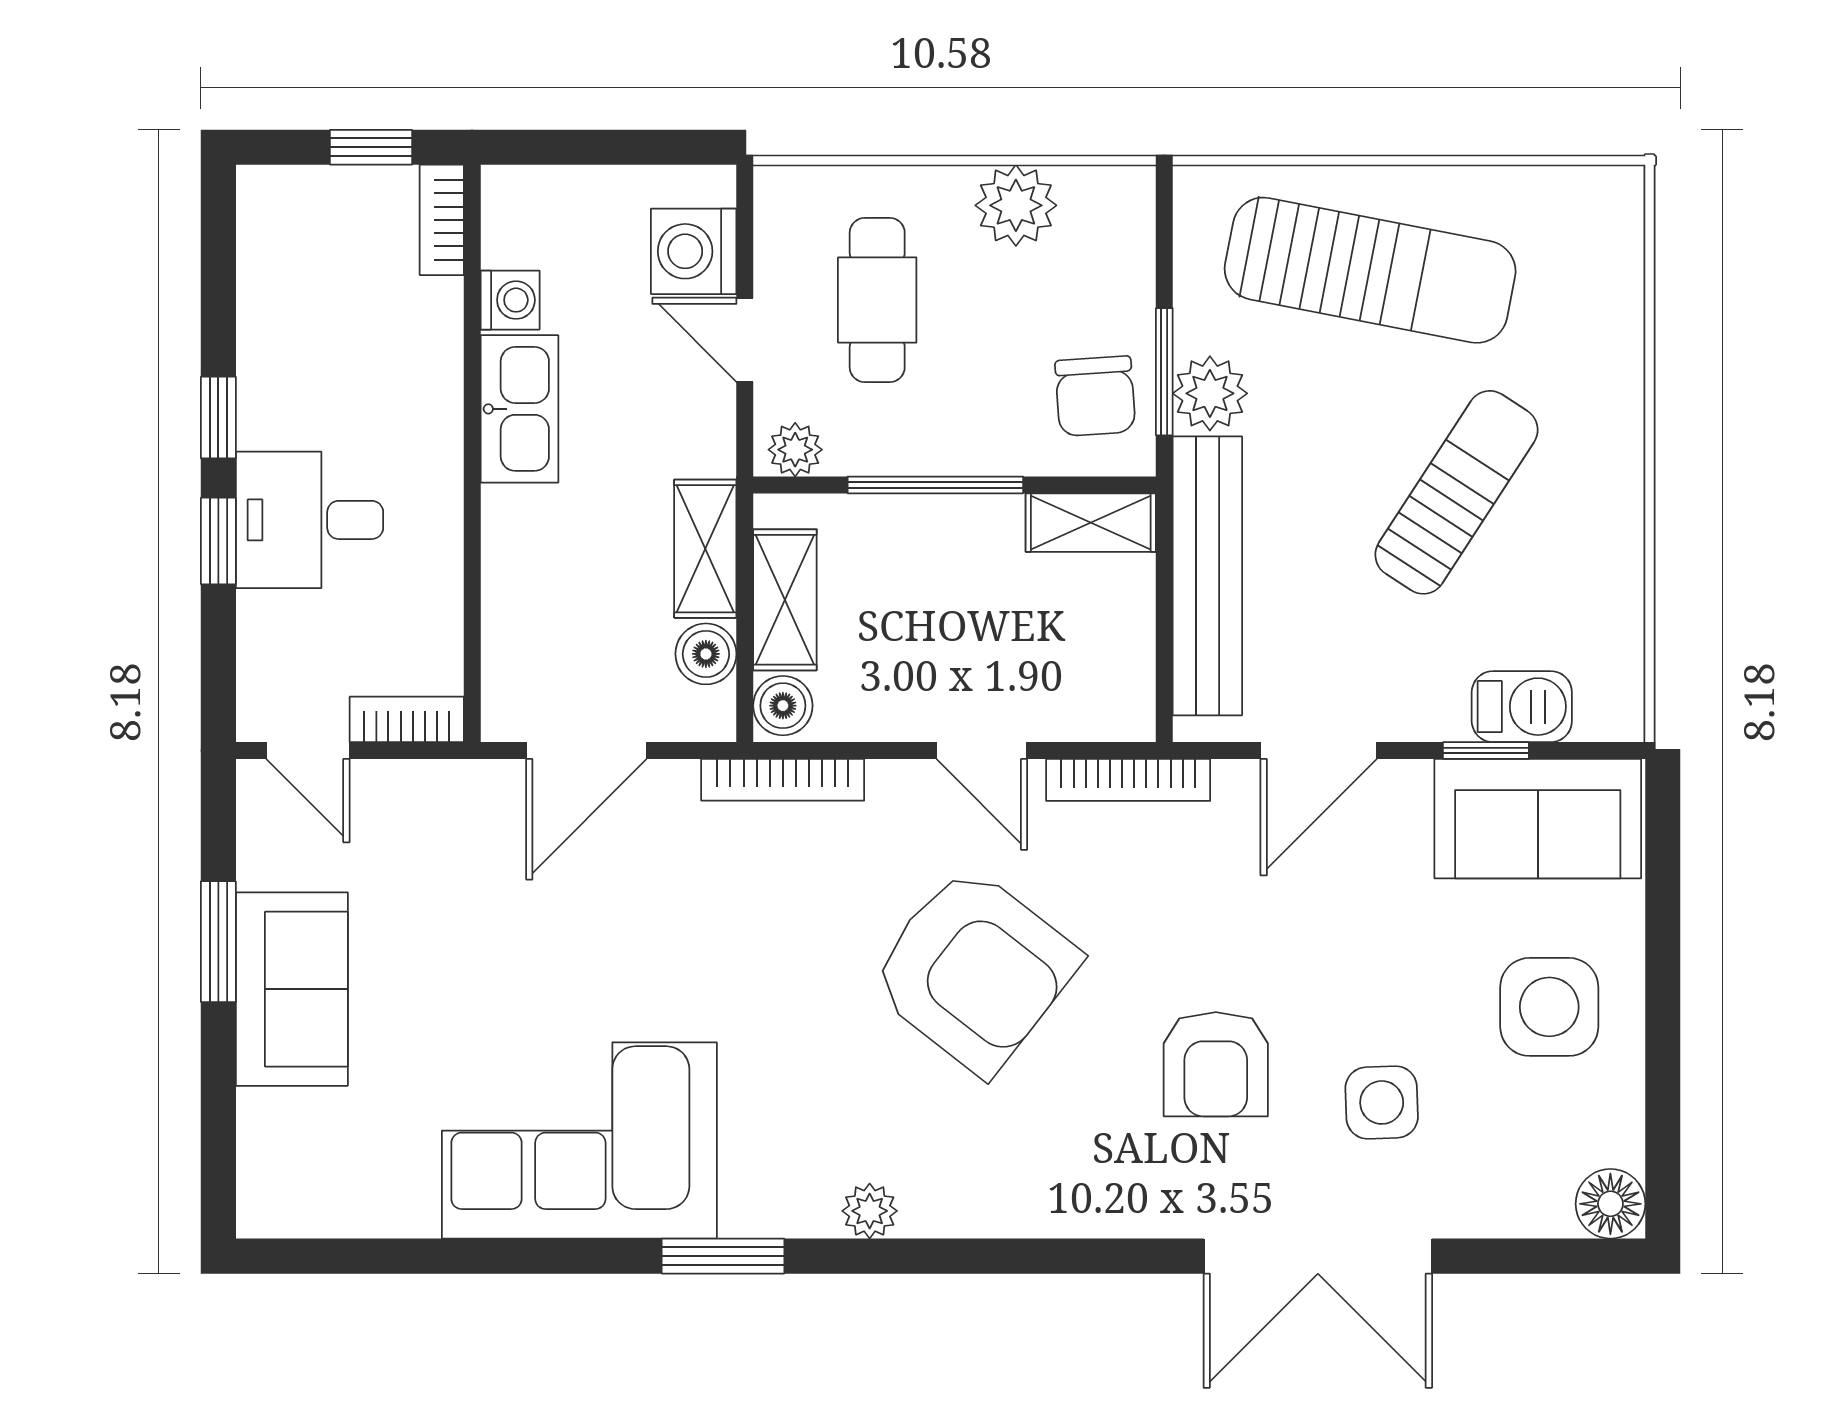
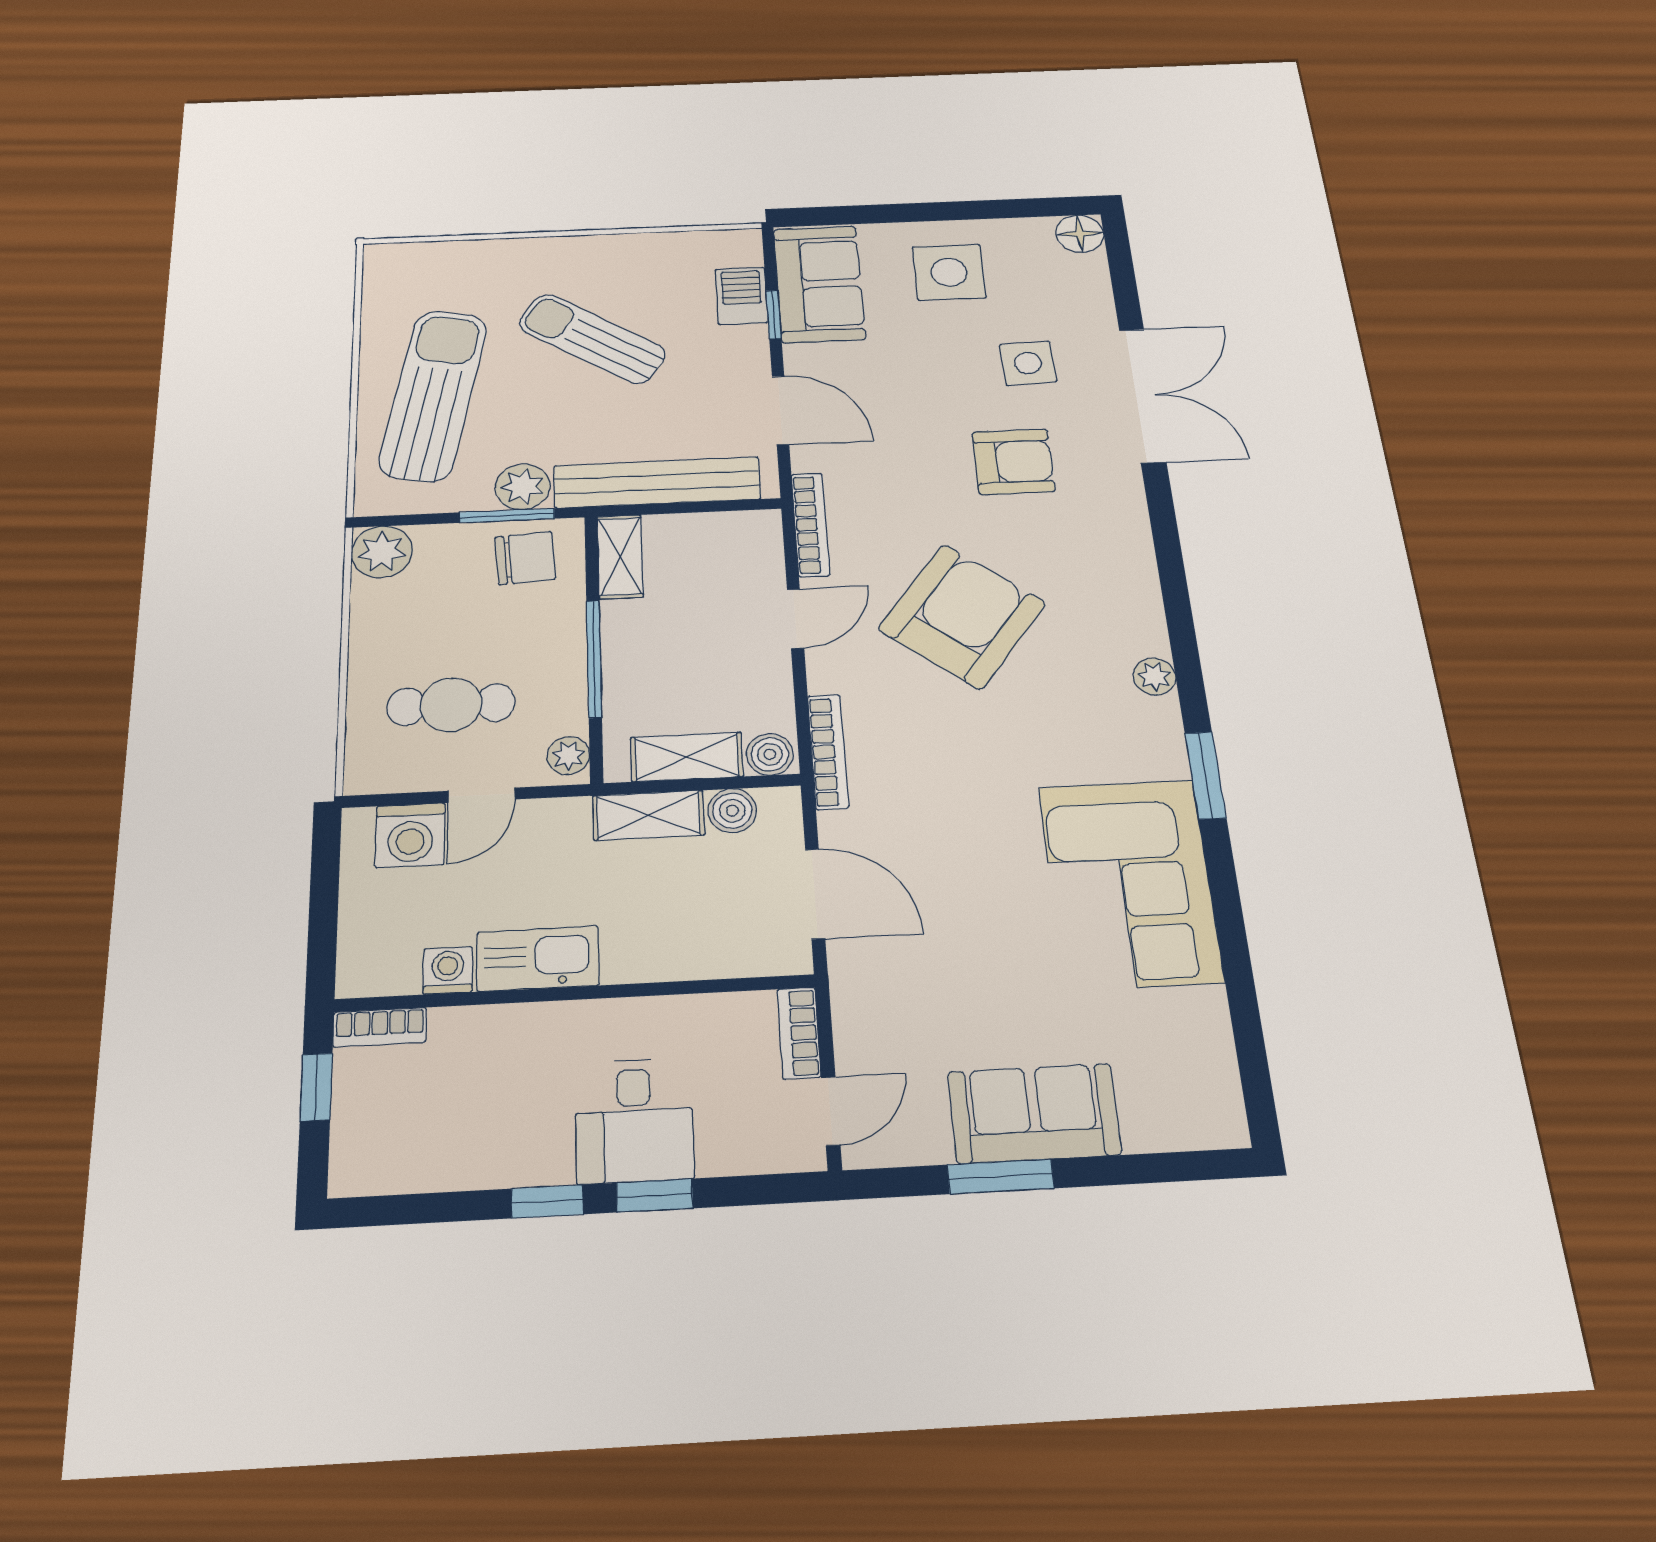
plant: (1016, 205) -> (382, 552), moved

